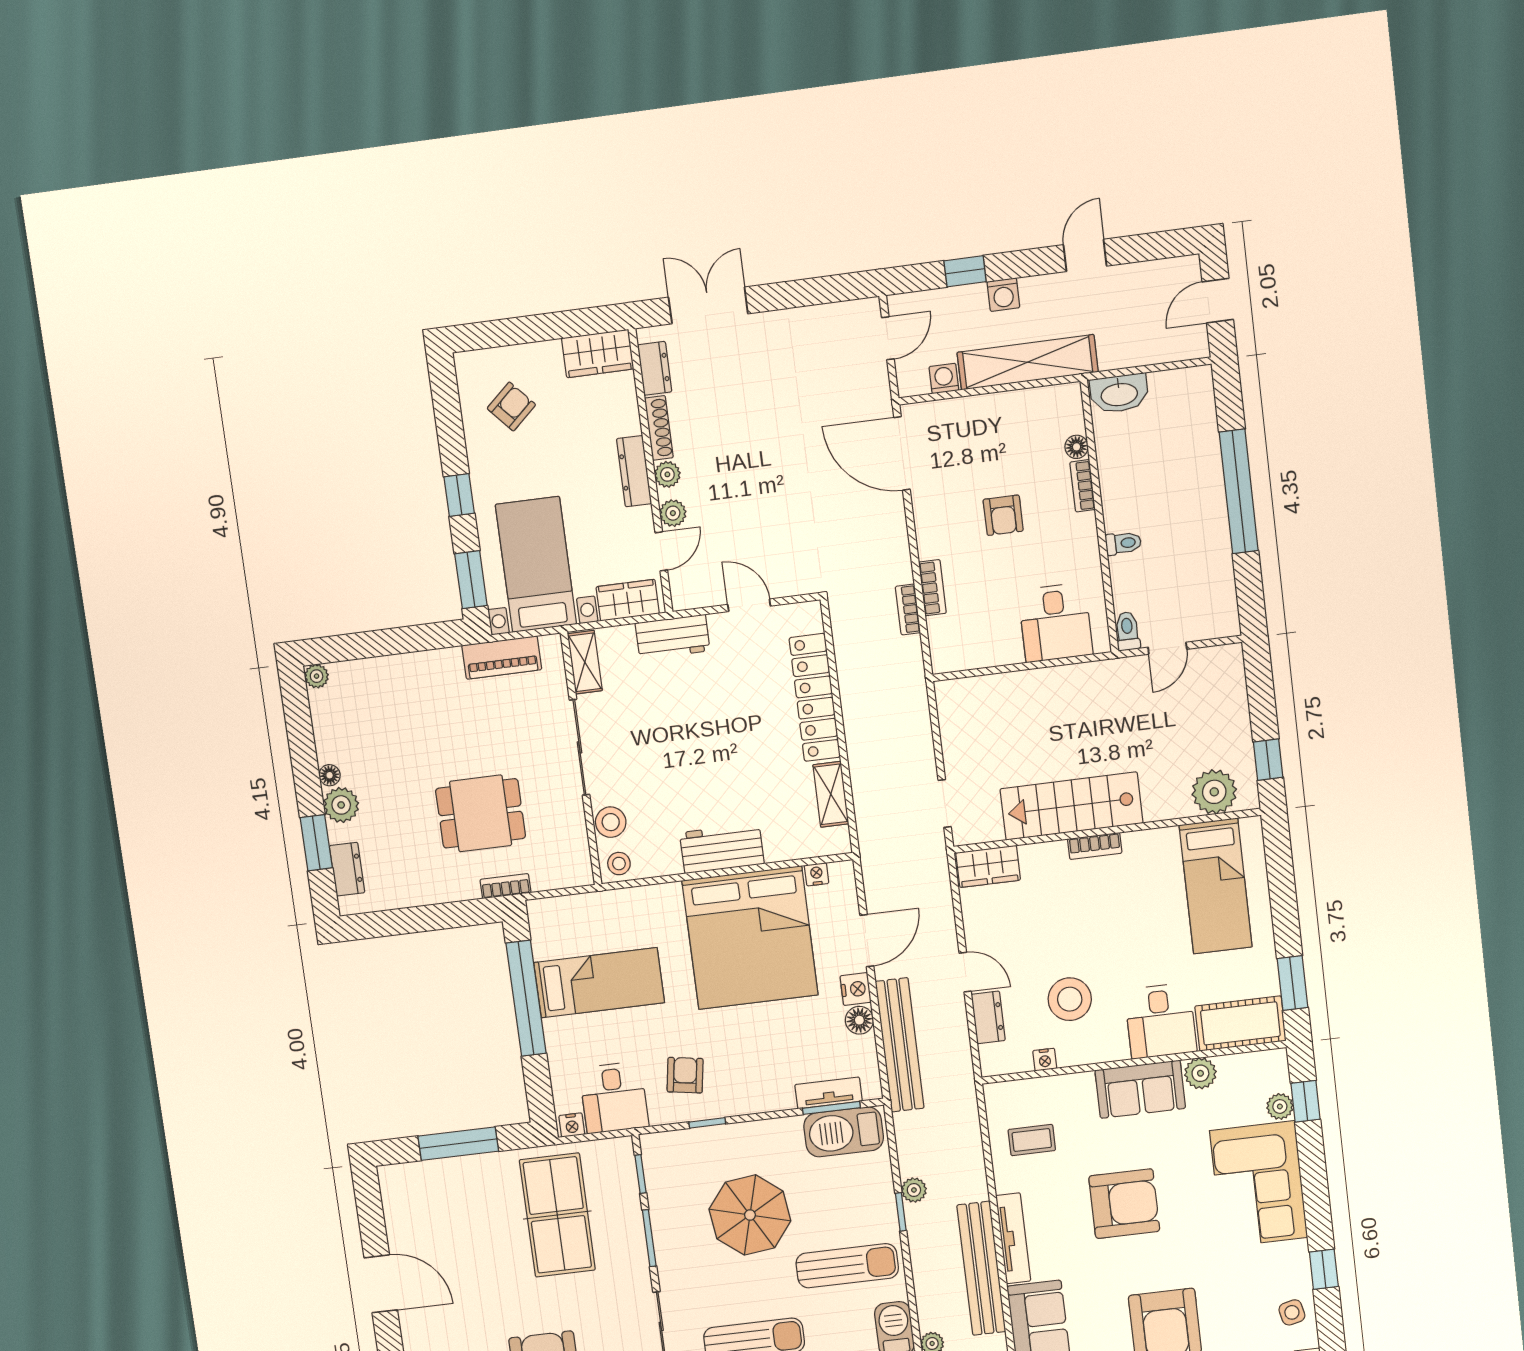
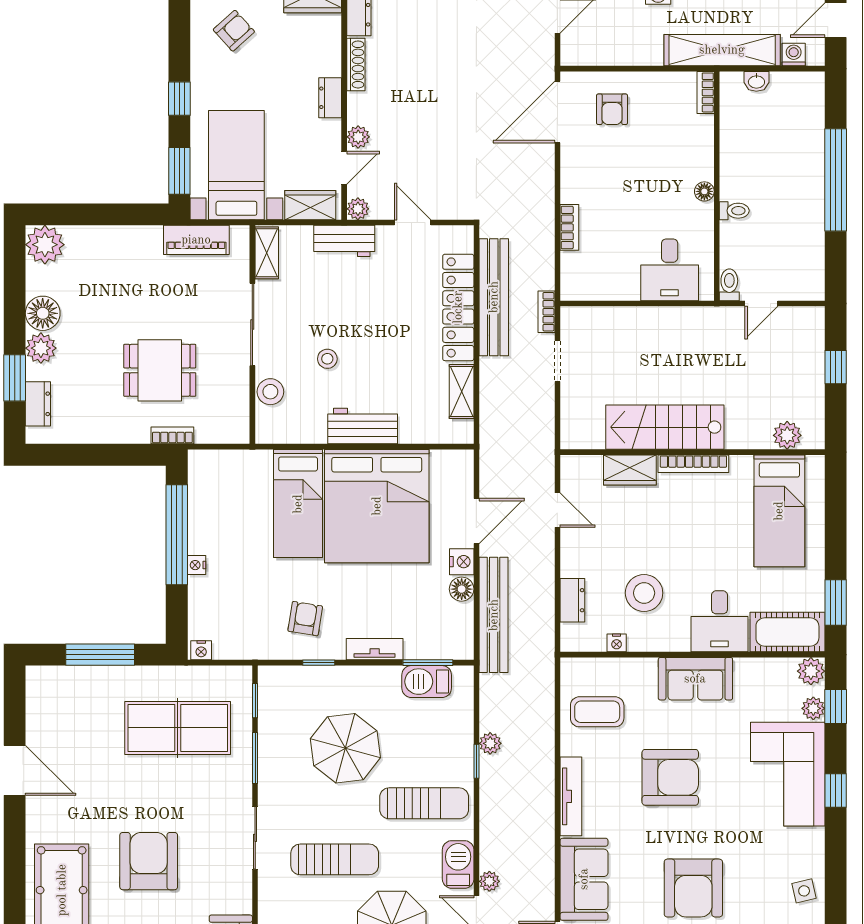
shelving: (1028, 362) -> (722, 50), moved
washing machine: (944, 378) -> (794, 55), moved
washbasin: (1119, 394) -> (756, 81), width x0.52, depth x0.69
floor lamp: (1077, 447) -> (704, 191), moved
door: (902, 453) -> (557, 112), hinge flipped
dresser: (634, 471) -> (330, 98), width x0.70
plant: (667, 474) -> (358, 209), moved
bookcase: (1083, 486) -> (706, 92), moved
armchair: (1003, 515) -> (612, 109), moved
bookcase: (908, 609) -> (546, 312), moved
plant: (317, 676) -> (45, 245), width x1.88, depth x1.88
window: (1268, 760) -> (836, 367), moved
floor lamp: (330, 775) -> (43, 313), width x1.89, depth x1.89
plant: (1214, 792) -> (787, 435), width x0.73, depth x0.73
doorway: (945, 803) -> (557, 361), moved
bookcase: (1095, 846) -> (693, 464), width x1.56
stool: (619, 864) -> (327, 359), moved
wardrobe: (988, 866) -> (630, 470), moved
nightstand: (817, 874) -> (197, 565), moved, turned -90
door: (965, 972) -> (557, 510), moved
bed: (599, 983) -> (298, 504), moved, turned 90
plant: (1200, 1073) -> (811, 671), moved
tv unit: (829, 1093) -> (375, 649), moved
desk: (614, 1097) -> (241, 631), removed
barbecue: (844, 1132) -> (427, 682), width x0.73, depth x0.83
coffee table: (1032, 1140) -> (597, 712), width x1.36, depth x1.30
table tennis table: (557, 1215) -> (178, 728), turned 90
bench: (981, 1268) -> (494, 297), moved
window: (1324, 1269) -> (836, 791), moved

